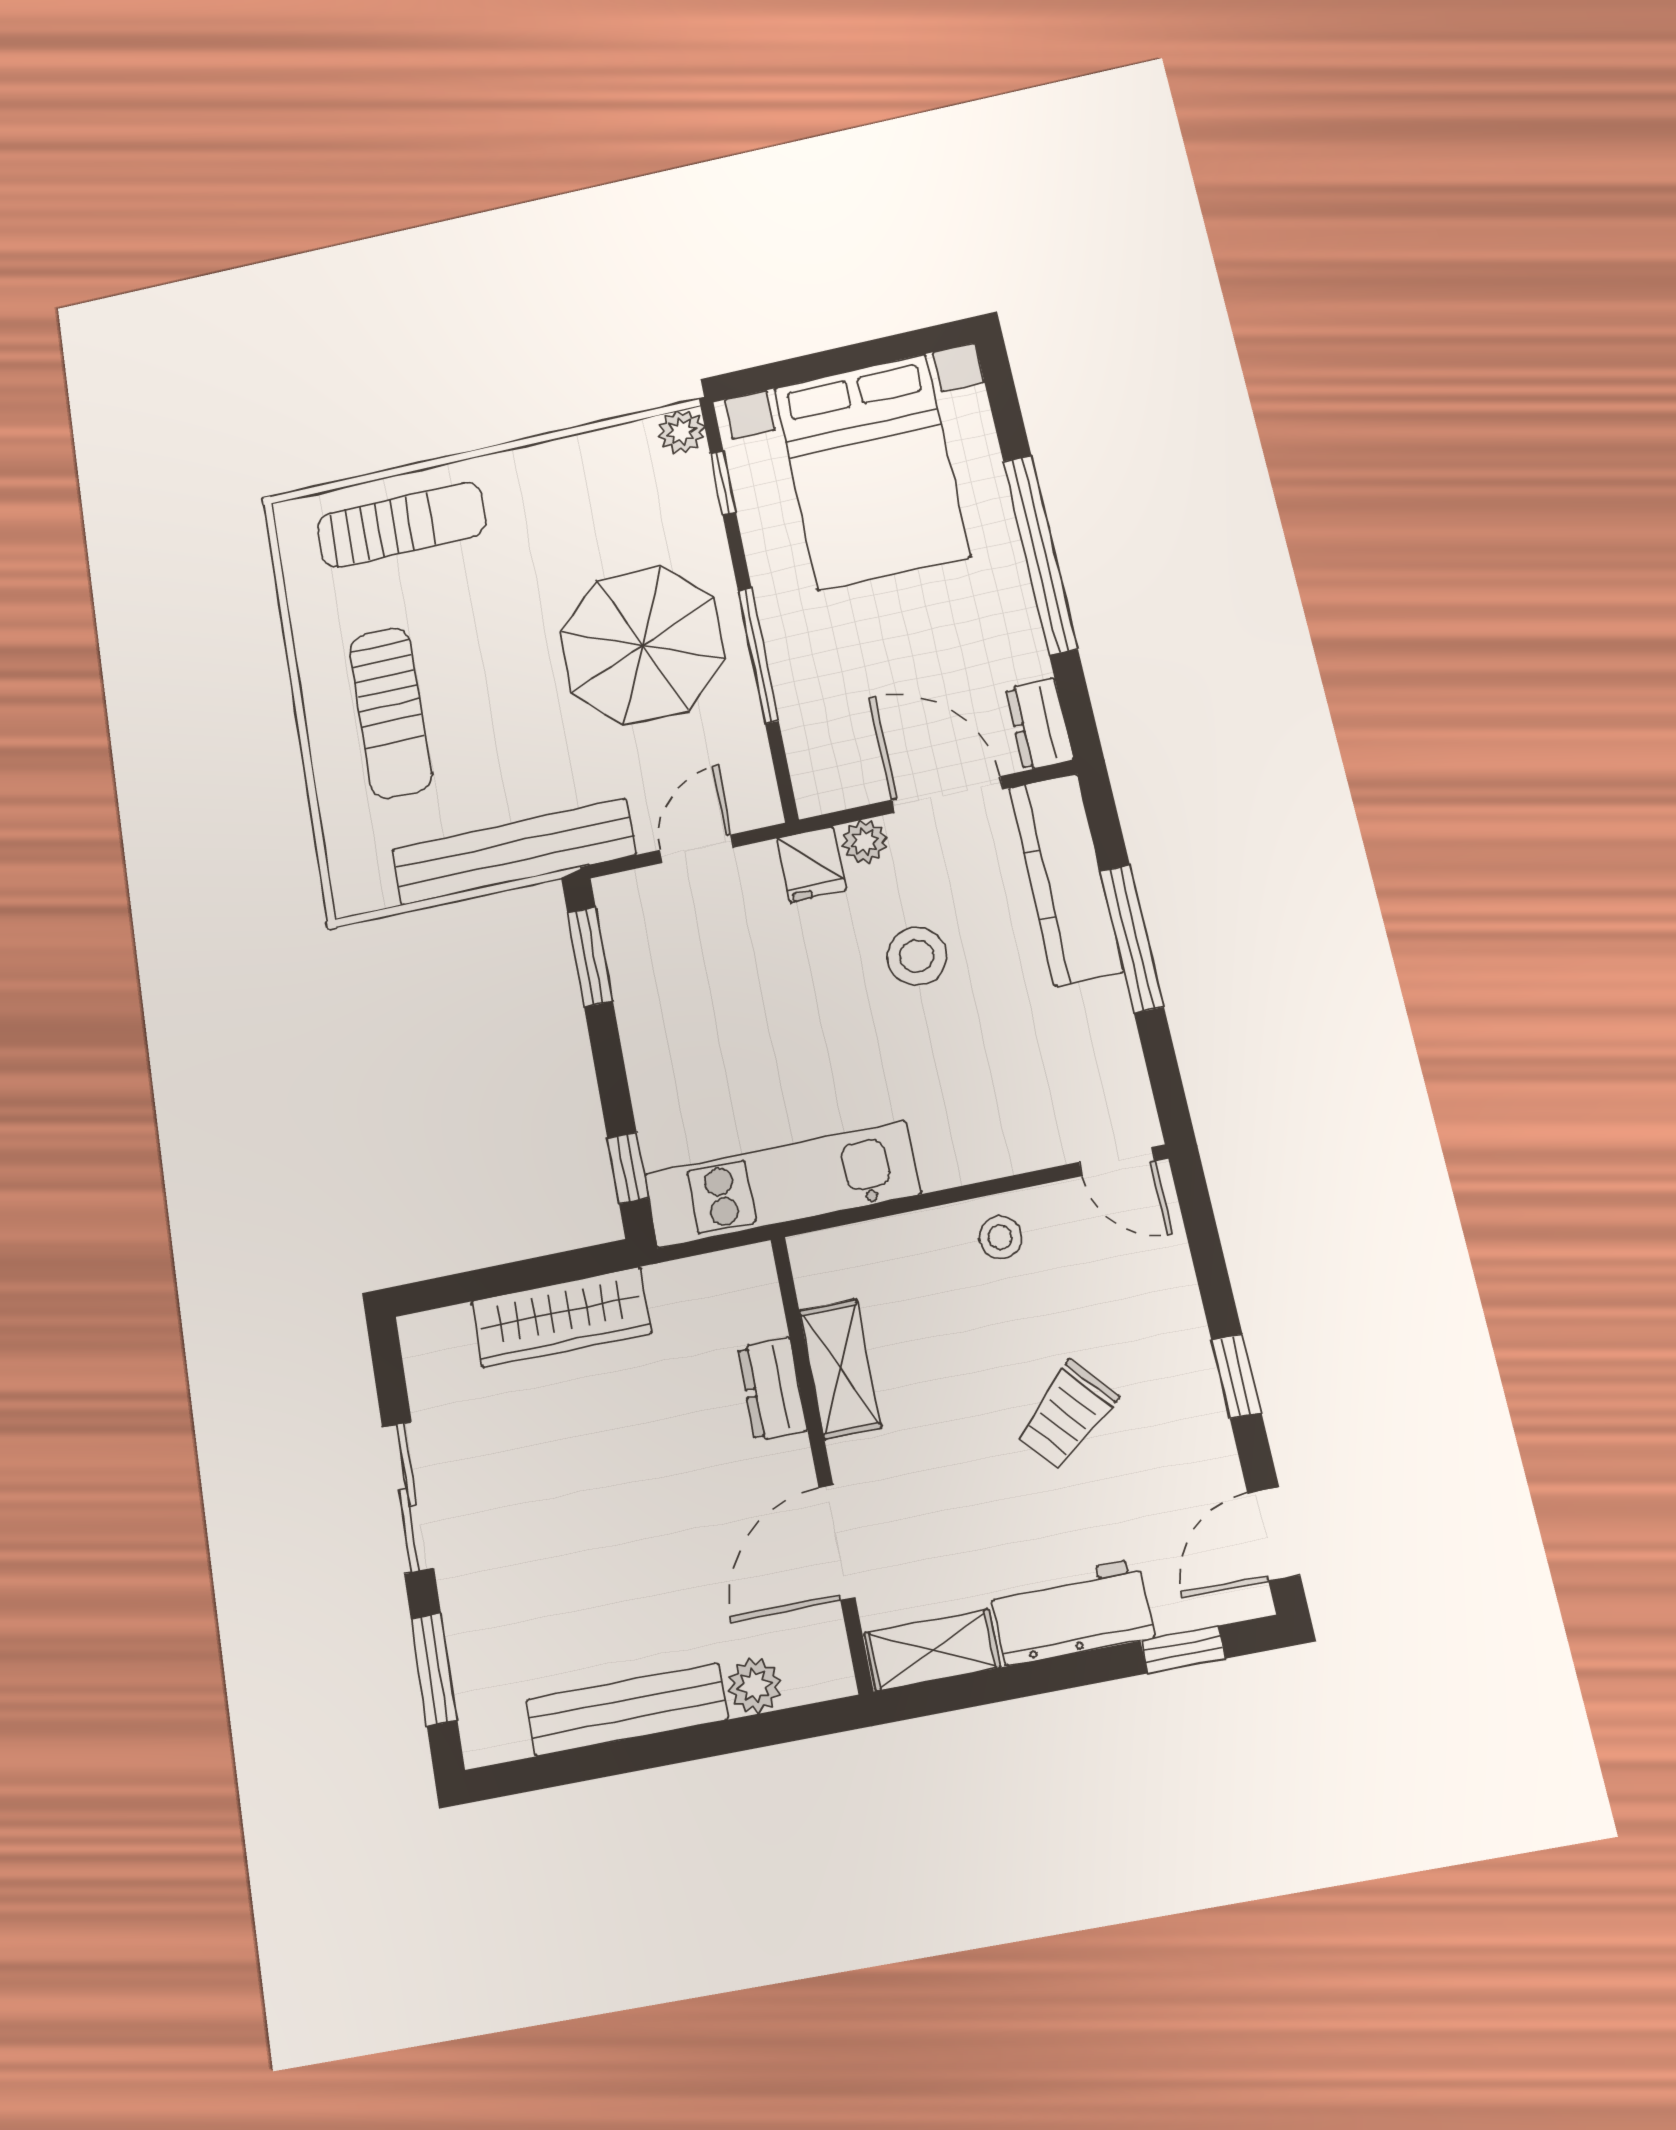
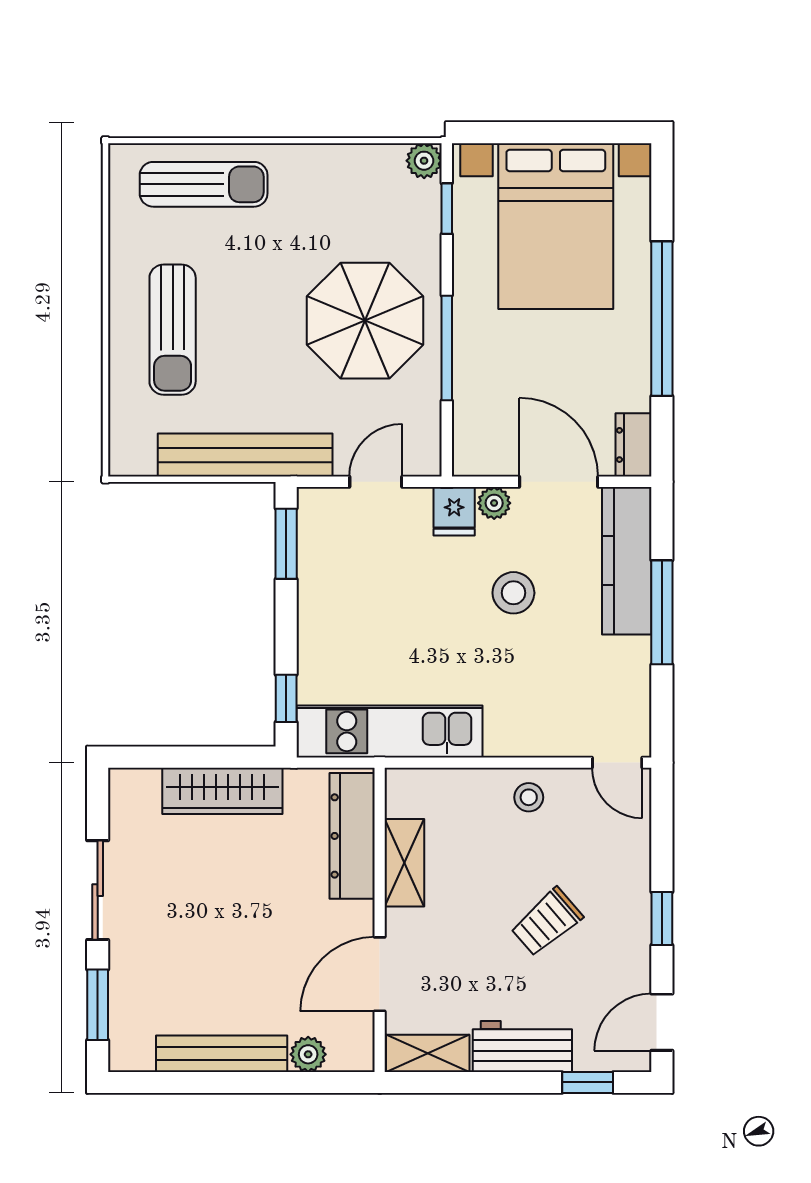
dresser: (772, 1389) -> (352, 836), width x1.96, depth x1.24

